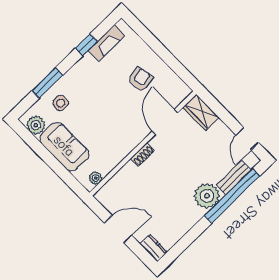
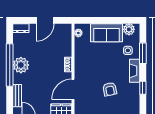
fireplace: (106, 43) -> (135, 71), moved
armchair: (140, 79) -> (110, 89), moved
door: (165, 122) -> (73, 89), swing flipped
plant: (207, 196) -> (21, 65), moved
window: (232, 196) -> (10, 65), moved

